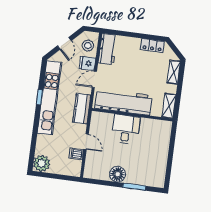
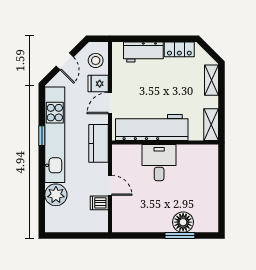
workbench: (108, 49) -> (143, 52), moved, turned 90
plant: (42, 163) -> (56, 195), moved
floor lamp: (118, 174) -> (183, 222), moved

